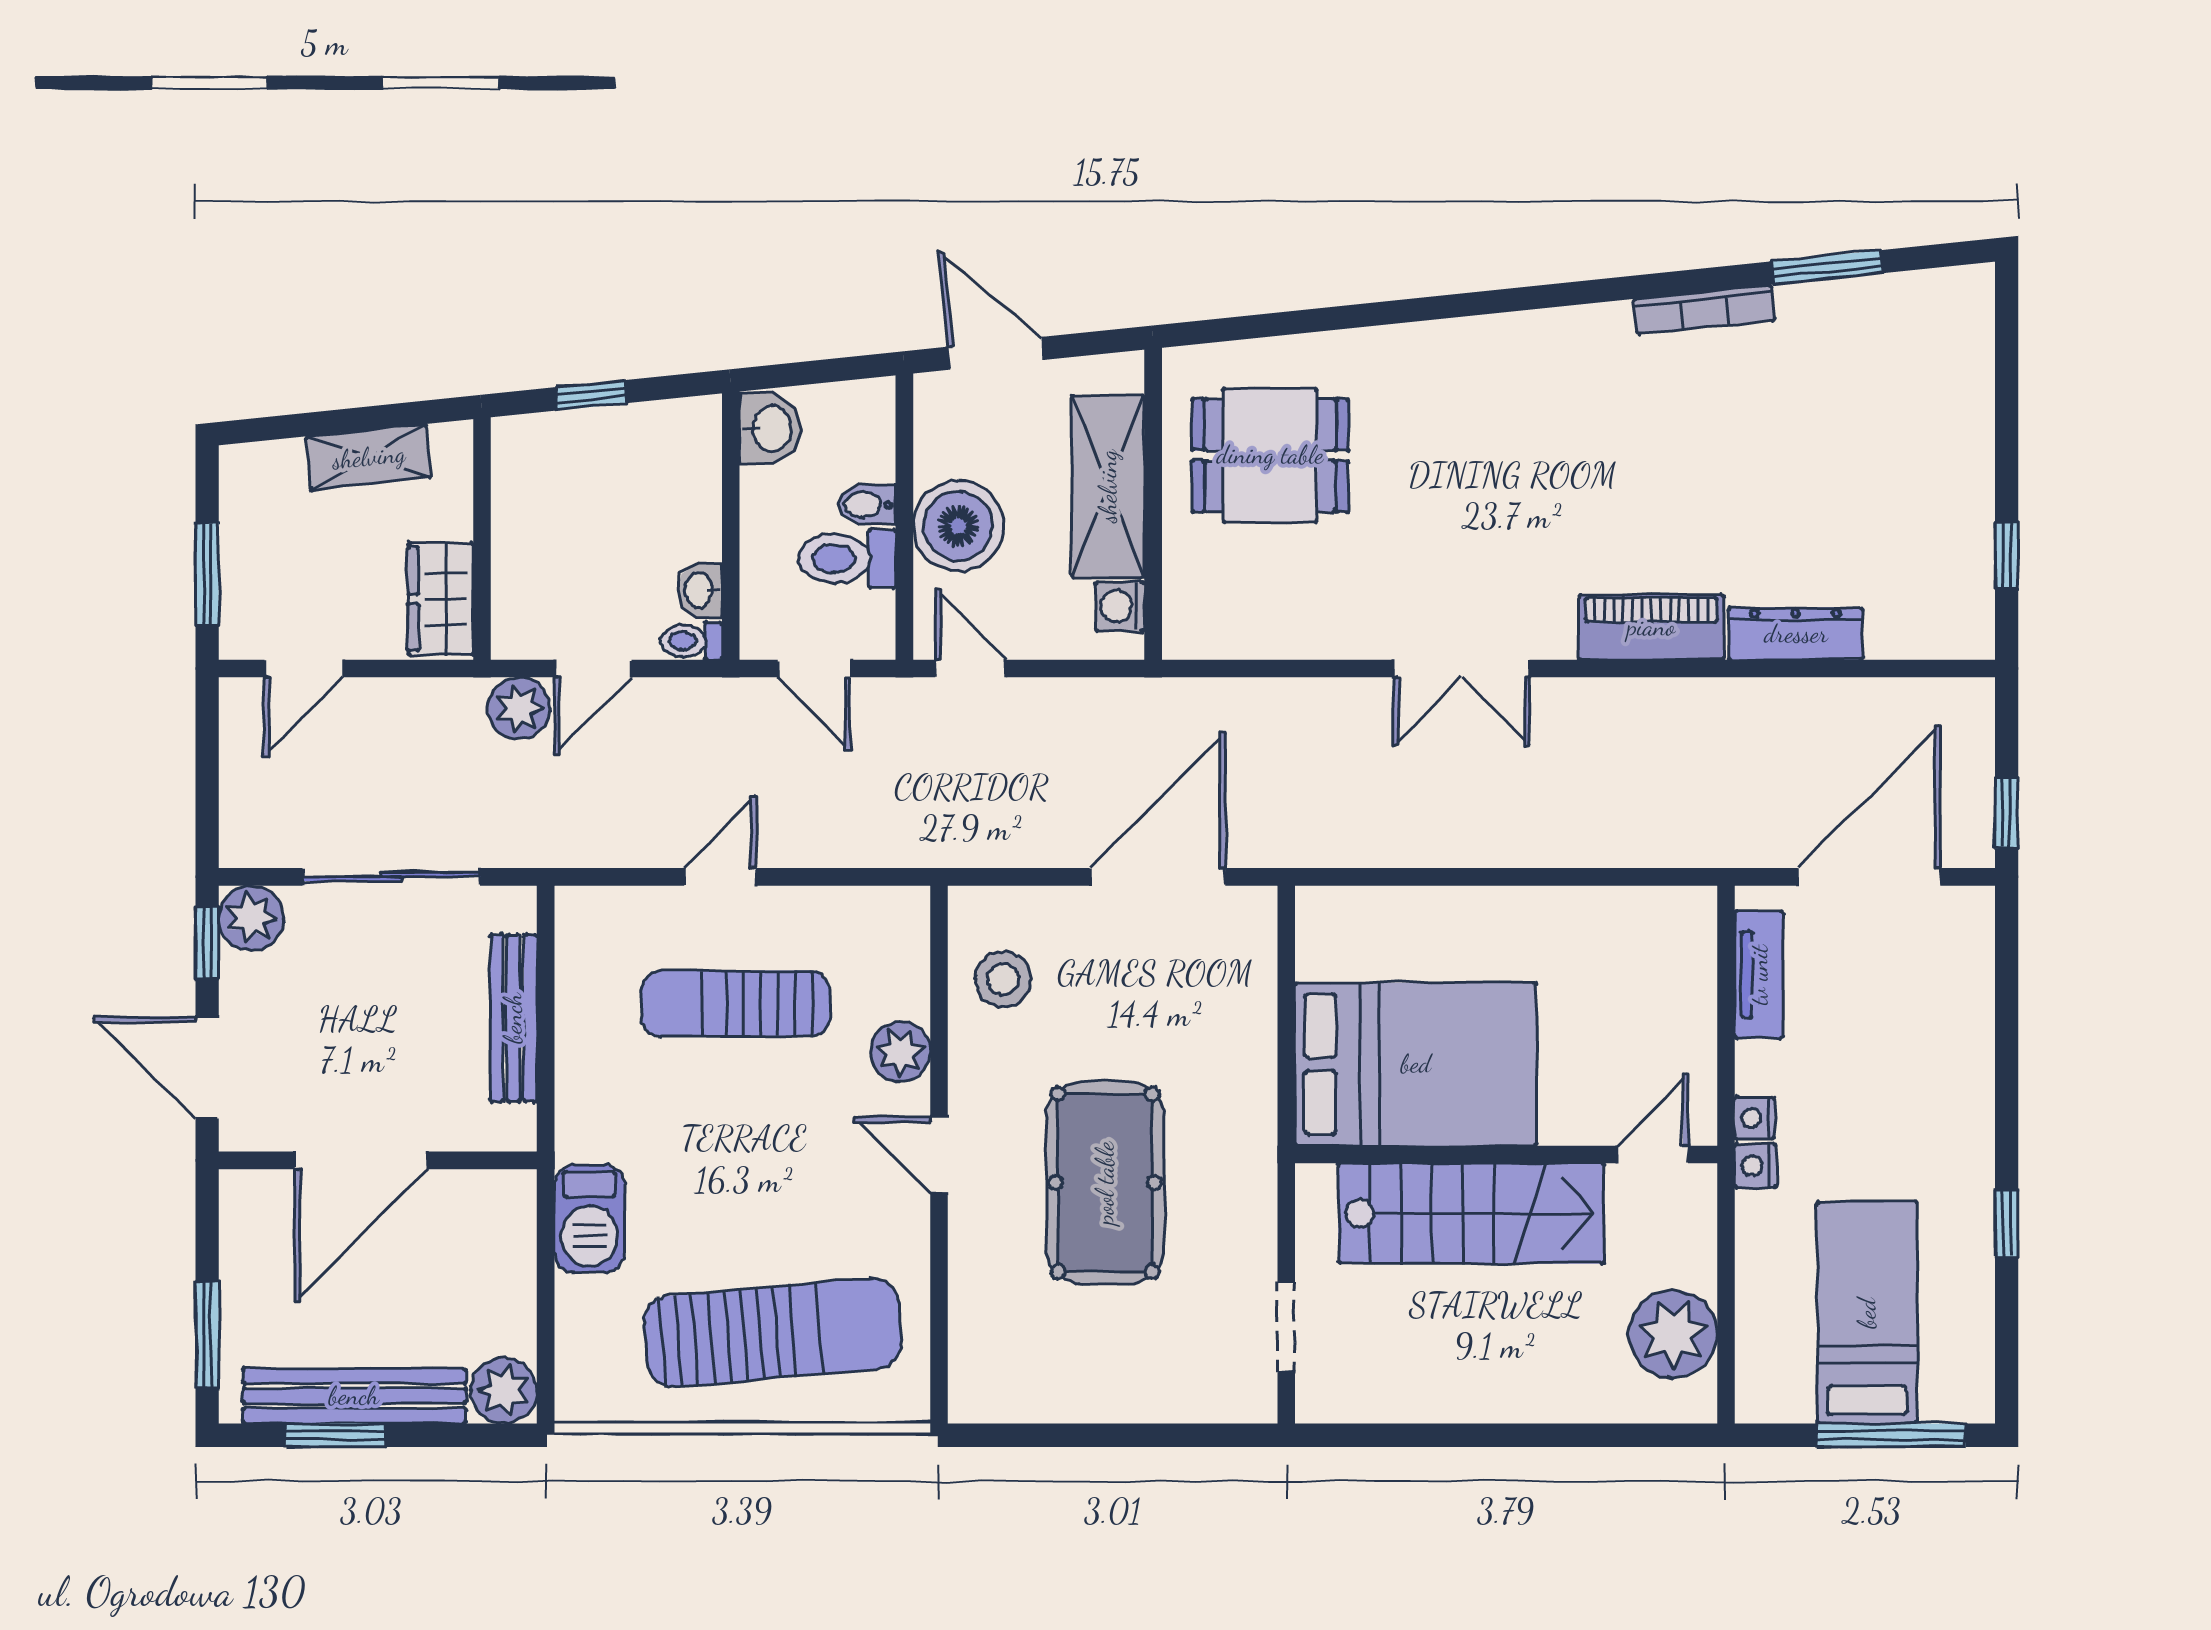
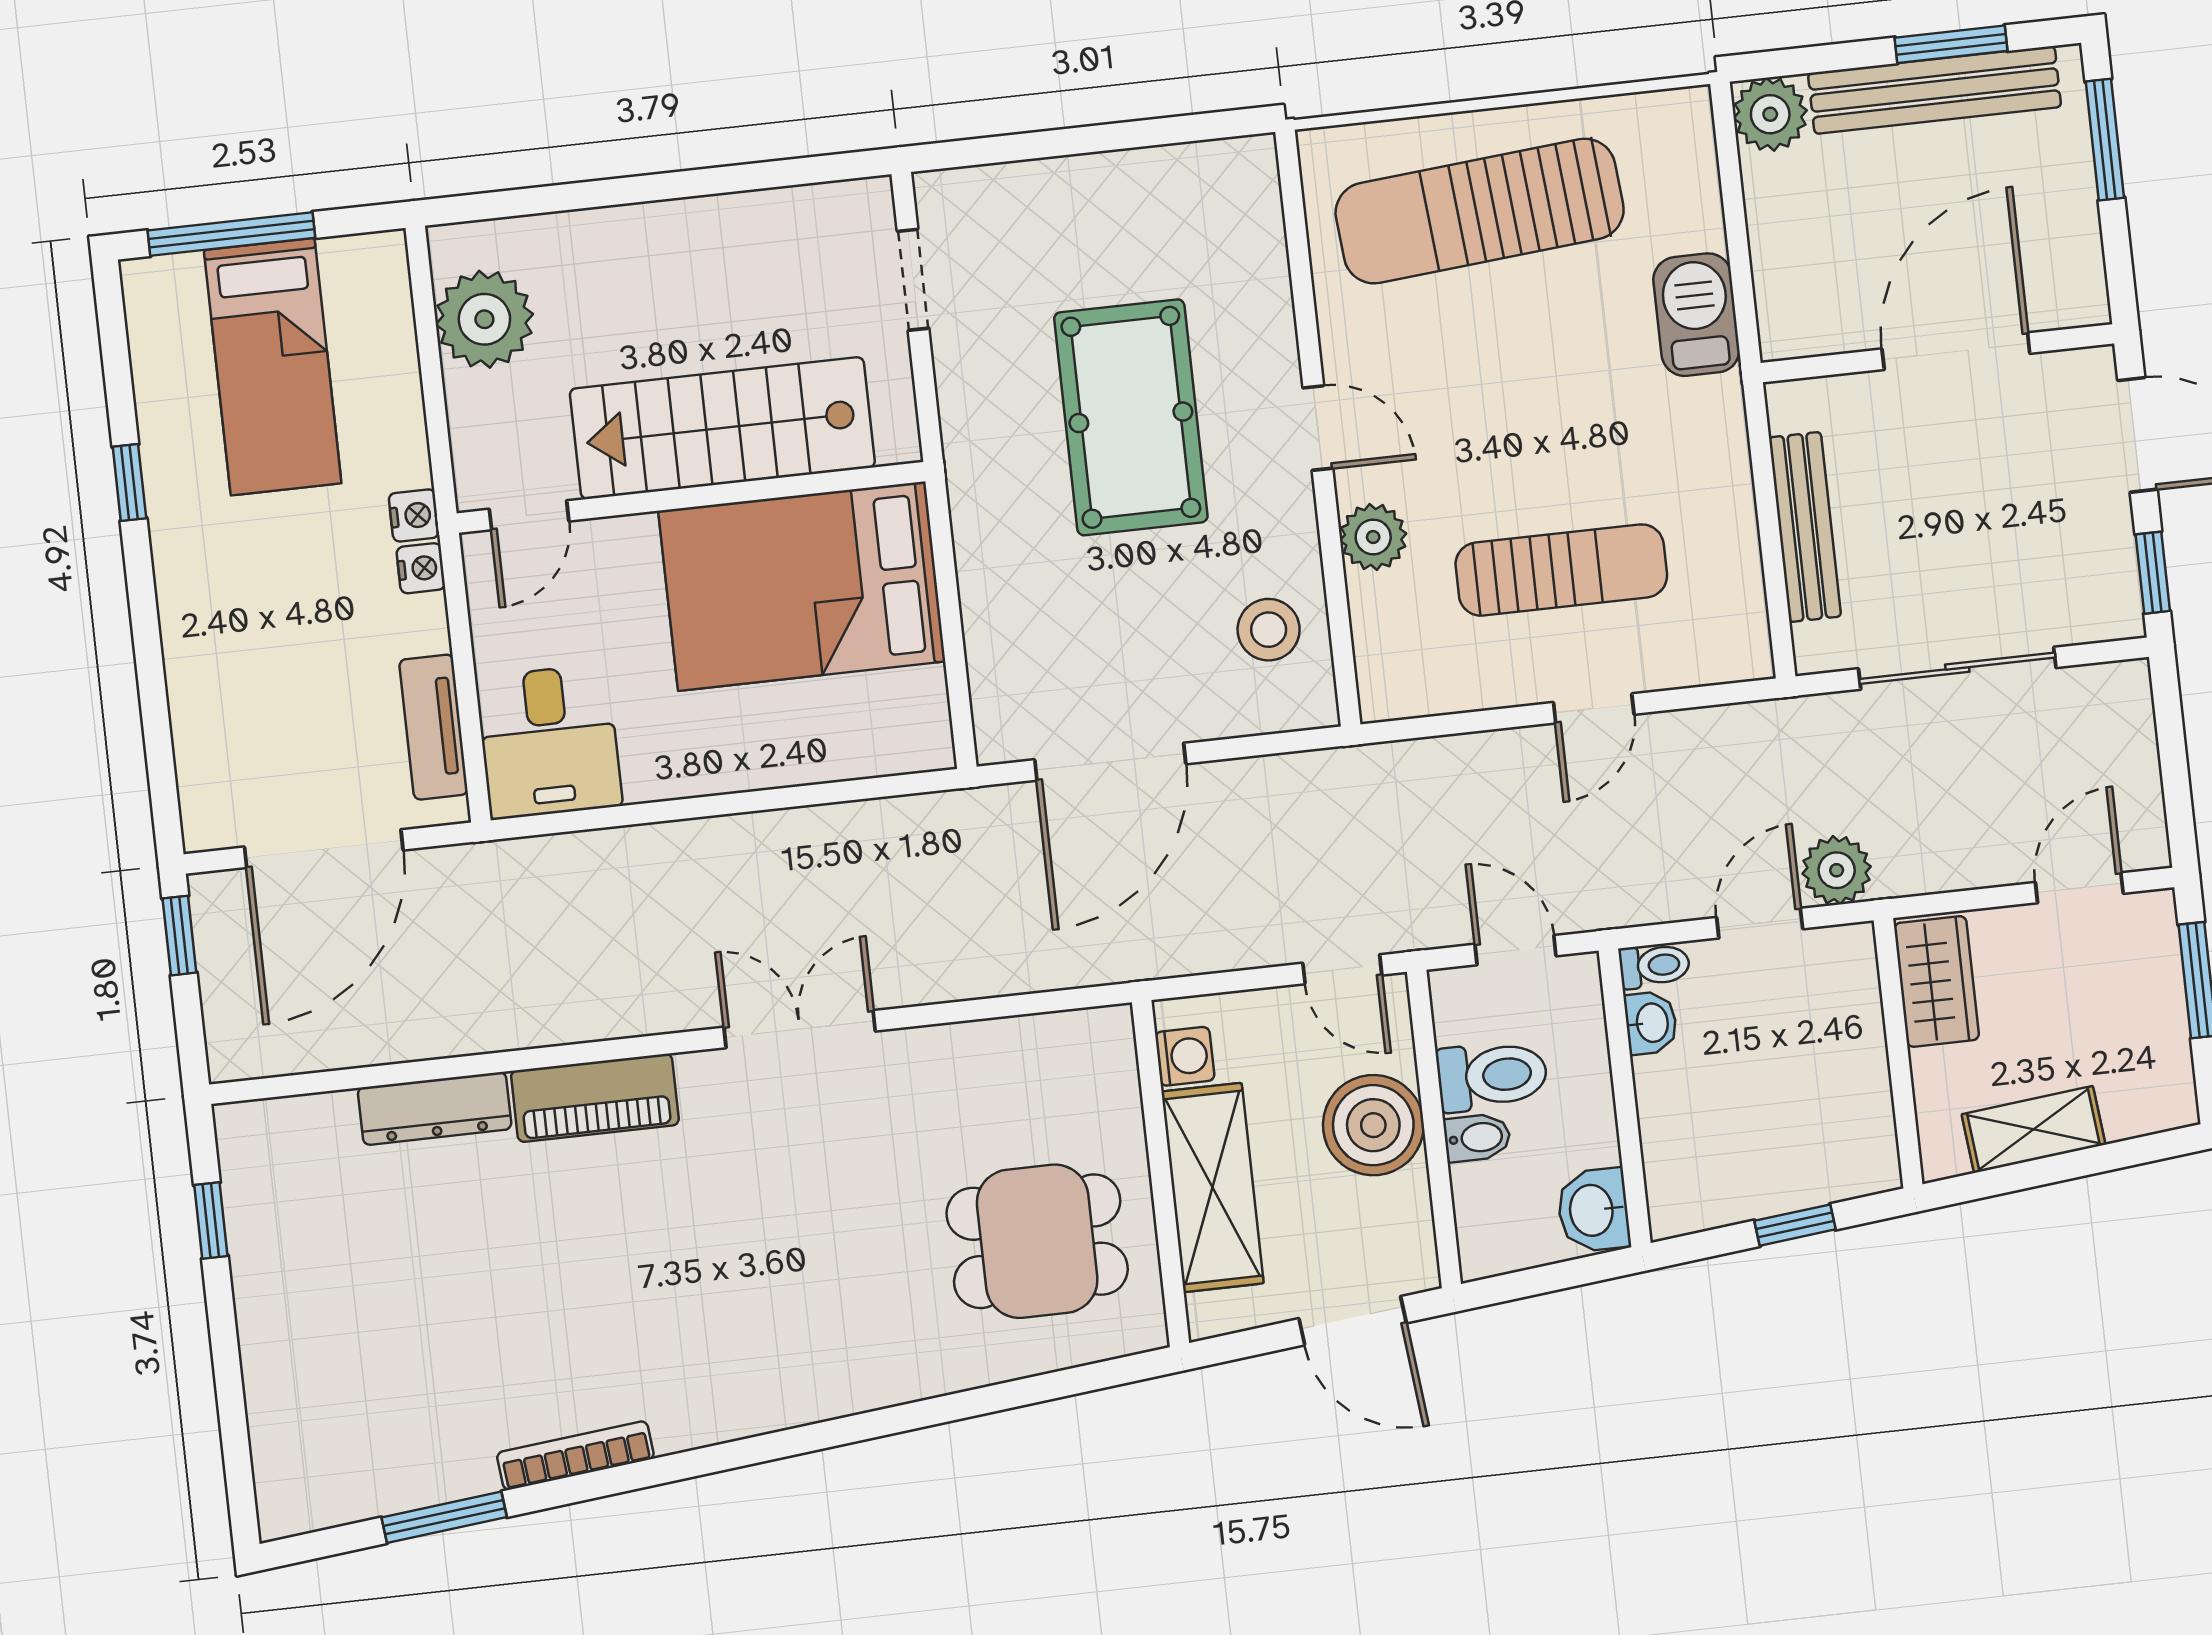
plant: (251, 918) -> (2107, 606), removed
desk: (1657, 950) -> (549, 742), added

